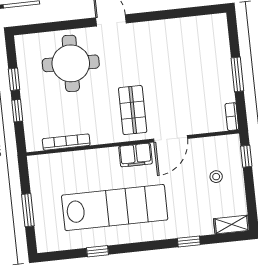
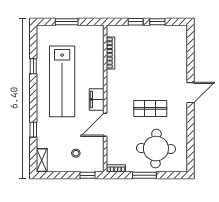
round table: (71, 63) -> (156, 149), moved
shop shelf: (133, 110) -> (150, 108), moved
door: (171, 139) -> (105, 125), hinge flipped

